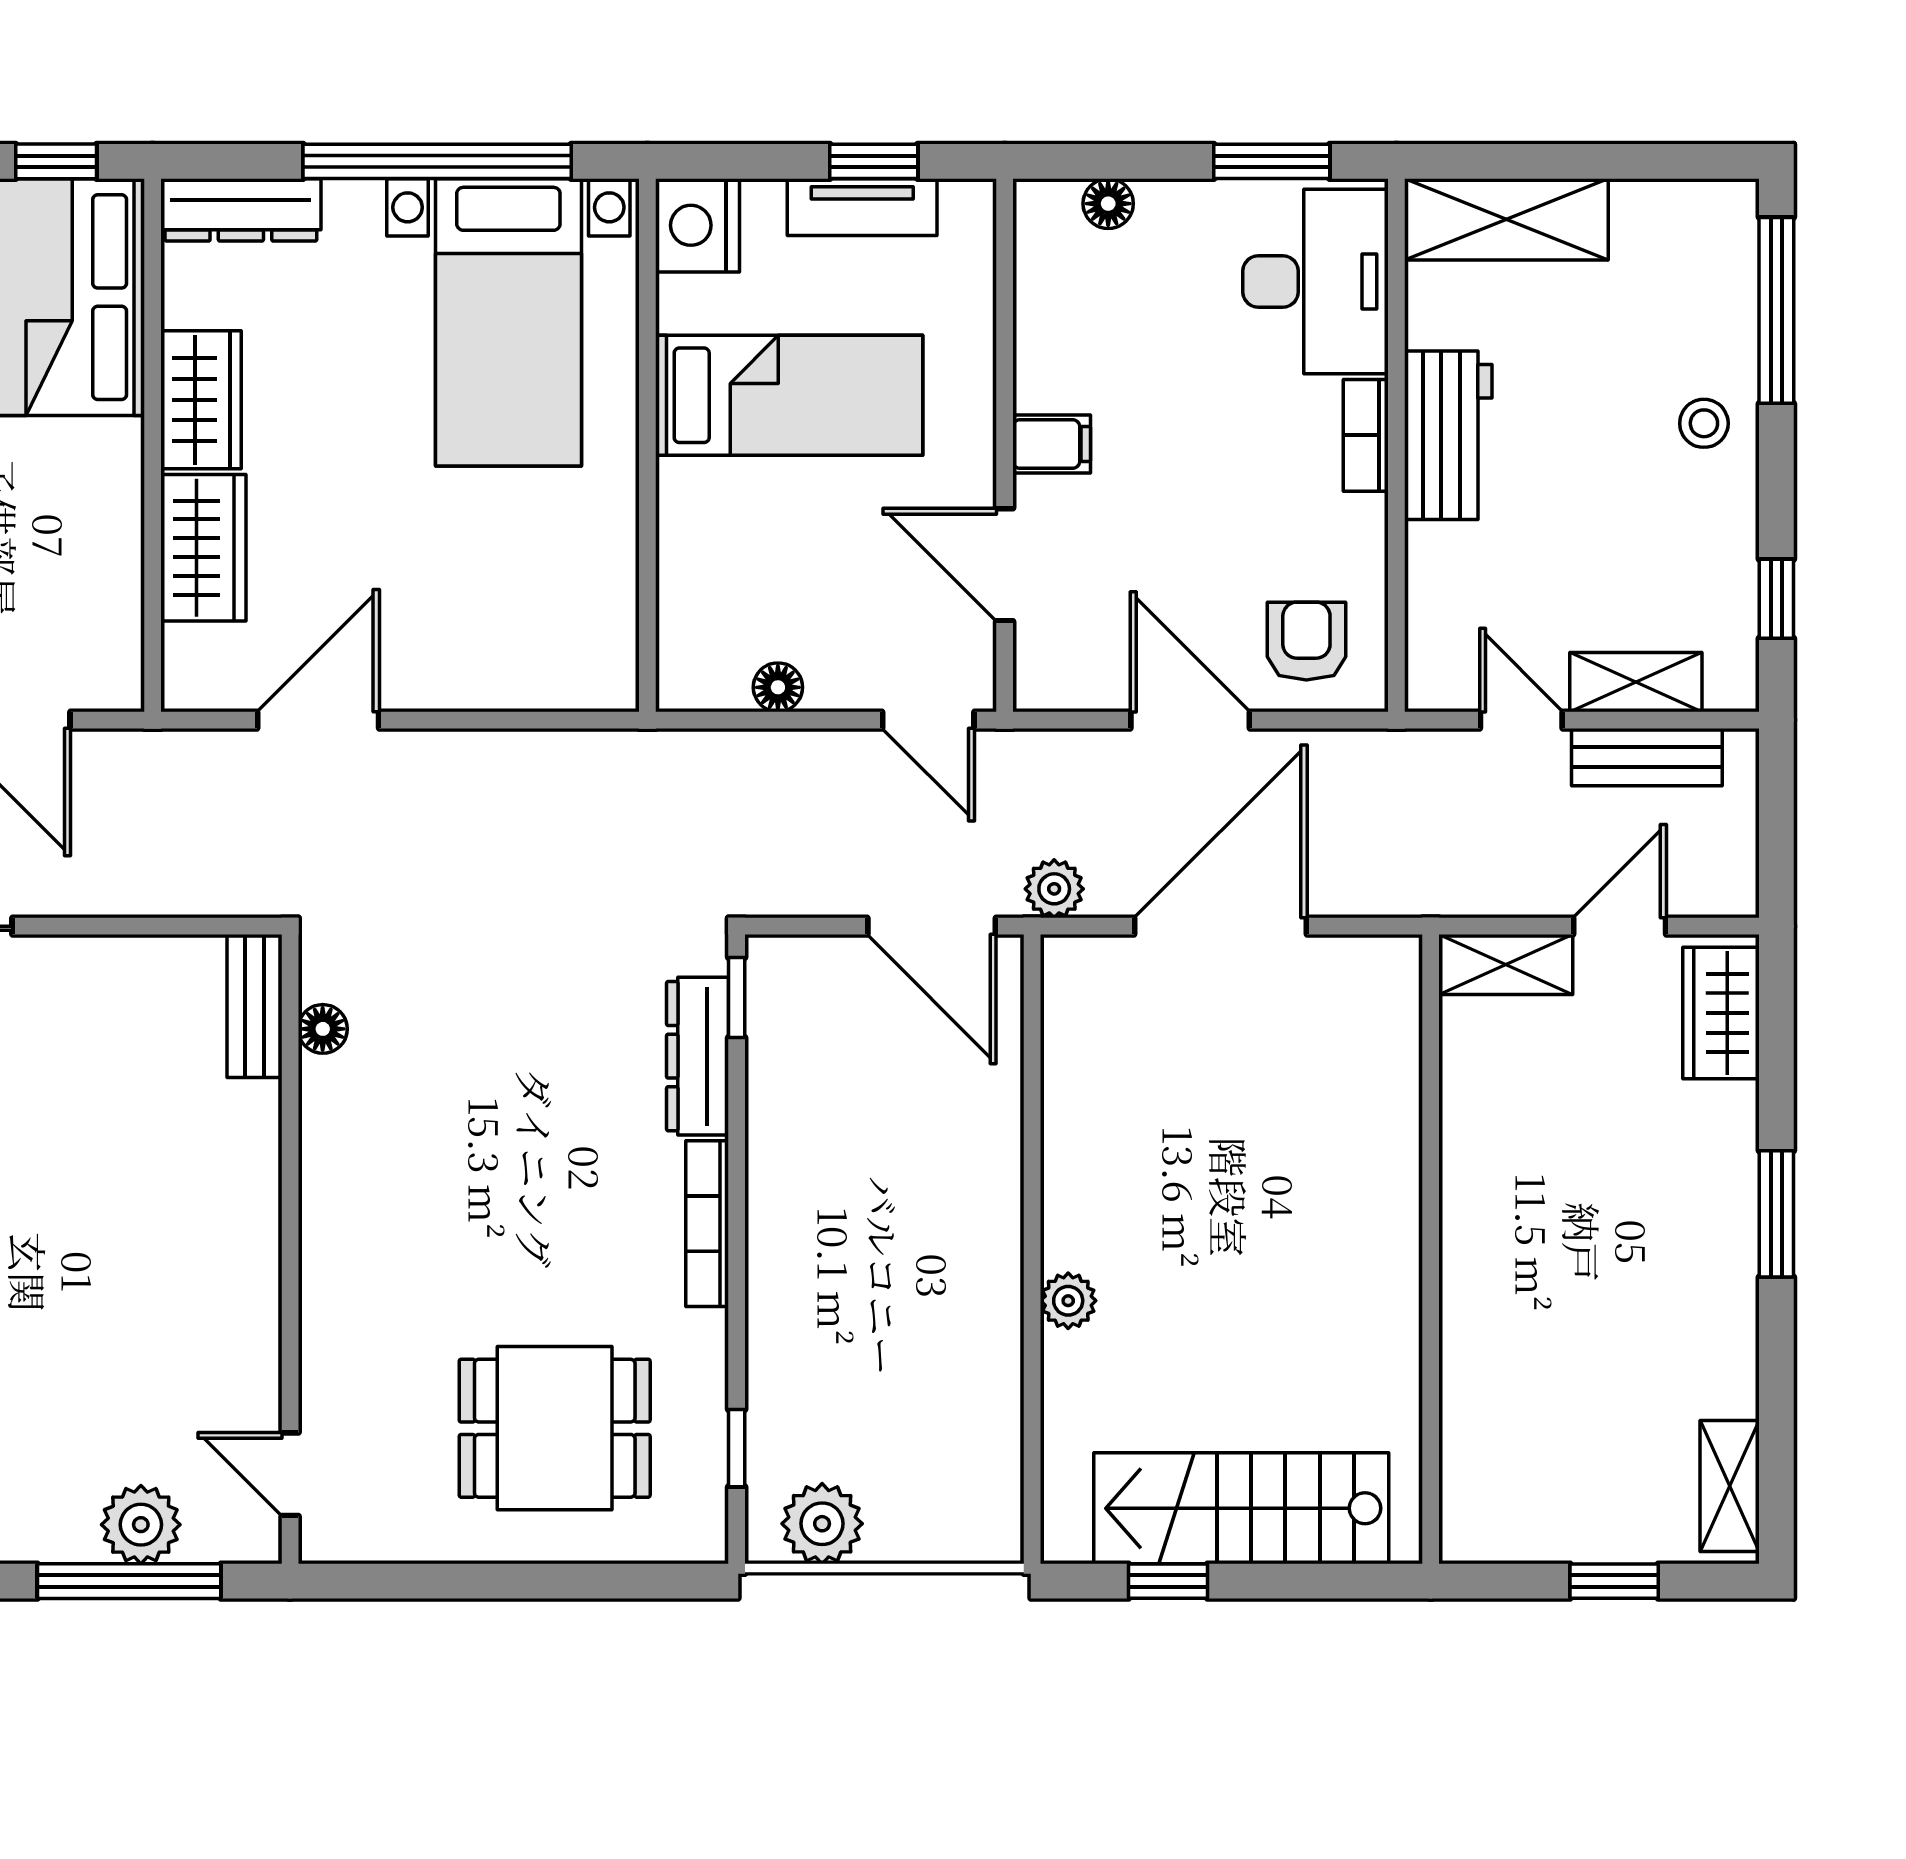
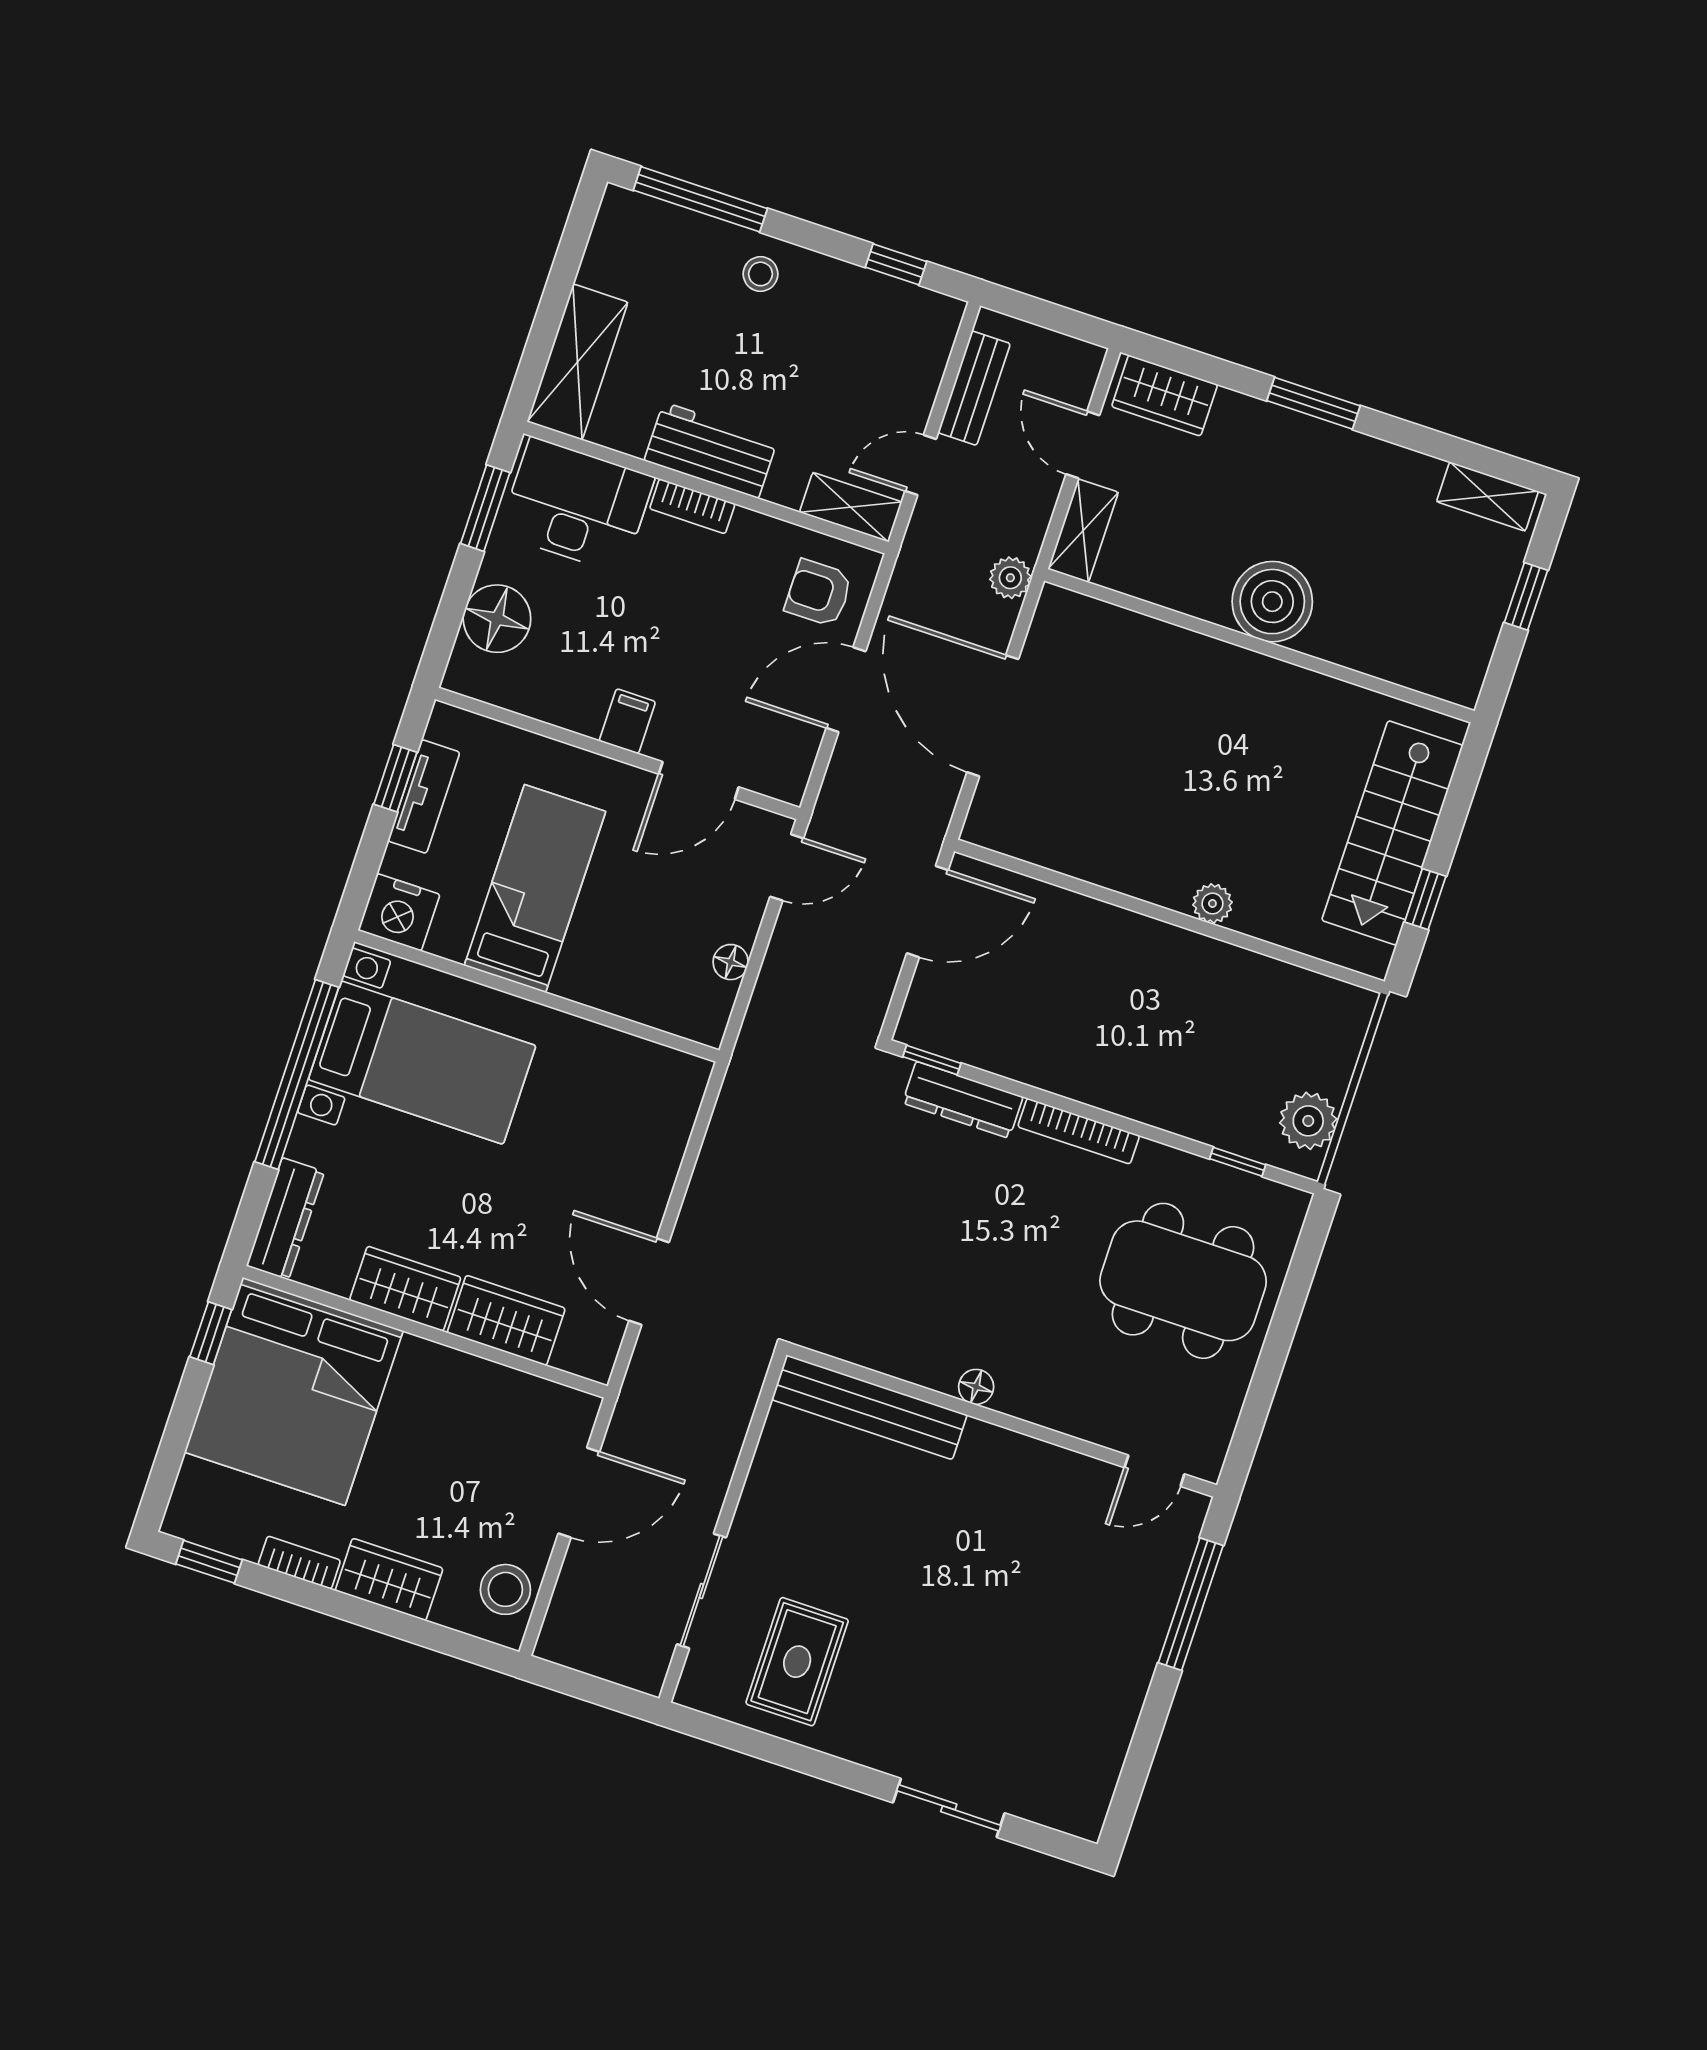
floor lamp: (1108, 204) -> (497, 619), width x1.89, depth x1.89
shelving: (1636, 682) -> (851, 507), moved, turned 90
plant: (1054, 889) -> (1010, 578), moved
bench: (254, 1006) -> (869, 1407), width x1.86, depth x1.21
floor lamp: (323, 1029) -> (976, 1387), moved
boiler: (1495, 1247) -> (1272, 602), added
dining table: (555, 1428) -> (1183, 1281), width x1.38
plant: (141, 1525) -> (1155, 1583), removed

